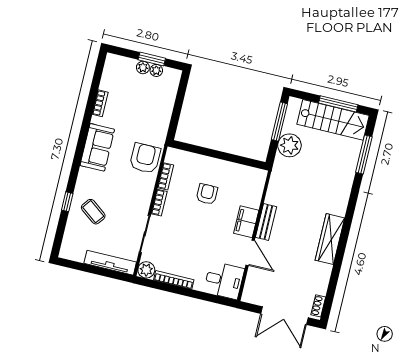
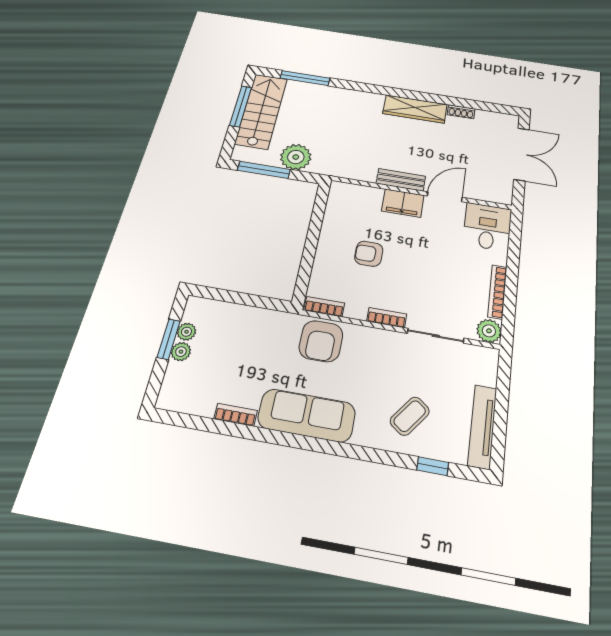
sofa: (97, 147) -> (307, 415), width x1.36
armchair: (145, 158) -> (321, 341), turned -90
bookcase: (166, 176) -> (324, 307), moved
window: (67, 202) -> (433, 466), moved
tv unit: (110, 263) -> (482, 426), moved
shoe rack: (318, 306) -> (461, 112), moved

